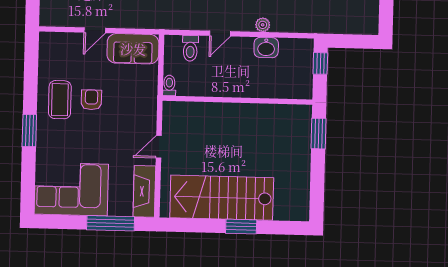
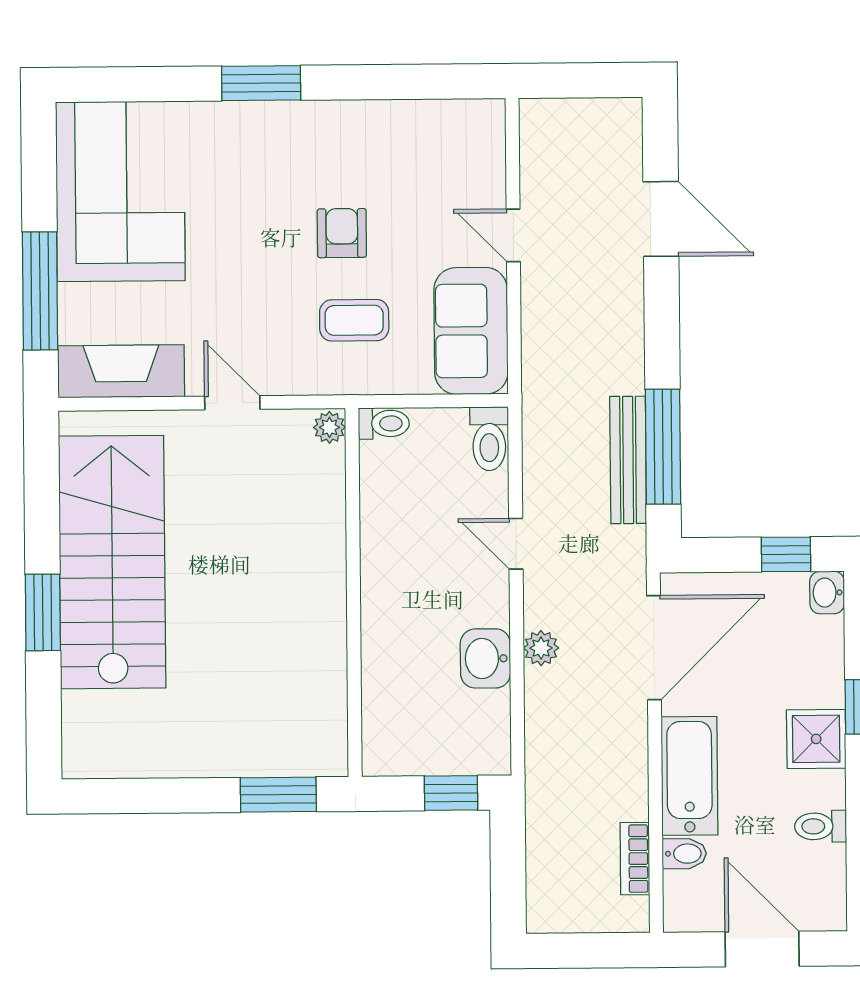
toilet: (190, 48) -> (489, 439), moved, turned -90
coffee table: (60, 100) -> (354, 320), moved, width x0.73, depth x0.77
armchair: (91, 100) -> (342, 233), turned -90
plant: (170, 108) -> (329, 427), added

